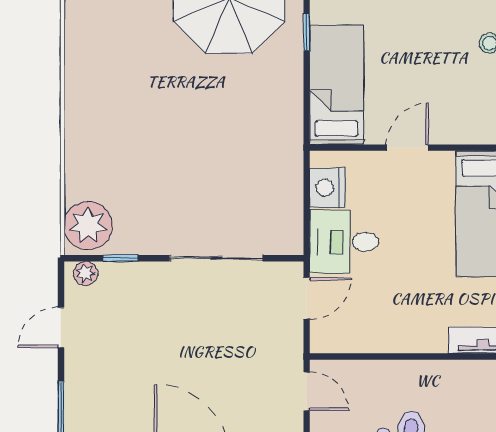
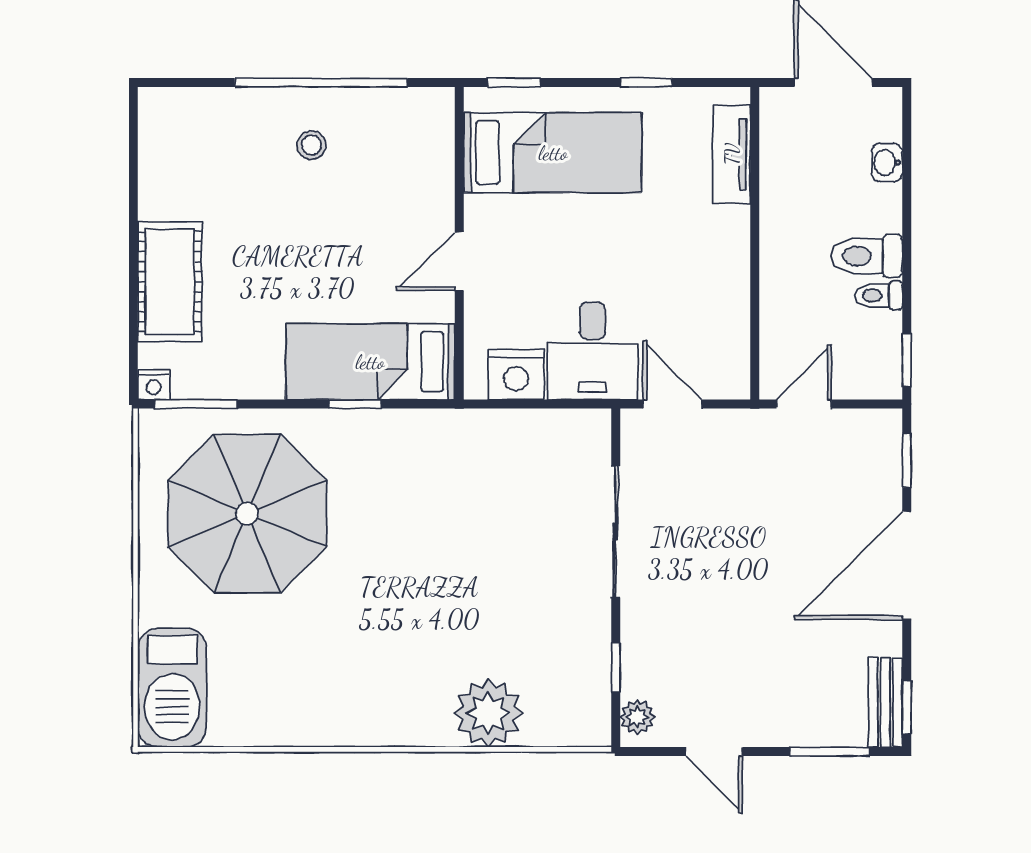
window: (307, 32) -> (355, 404), moved
door: (408, 148) -> (459, 261), hinge flipped
plant: (88, 226) -> (488, 713), moved

